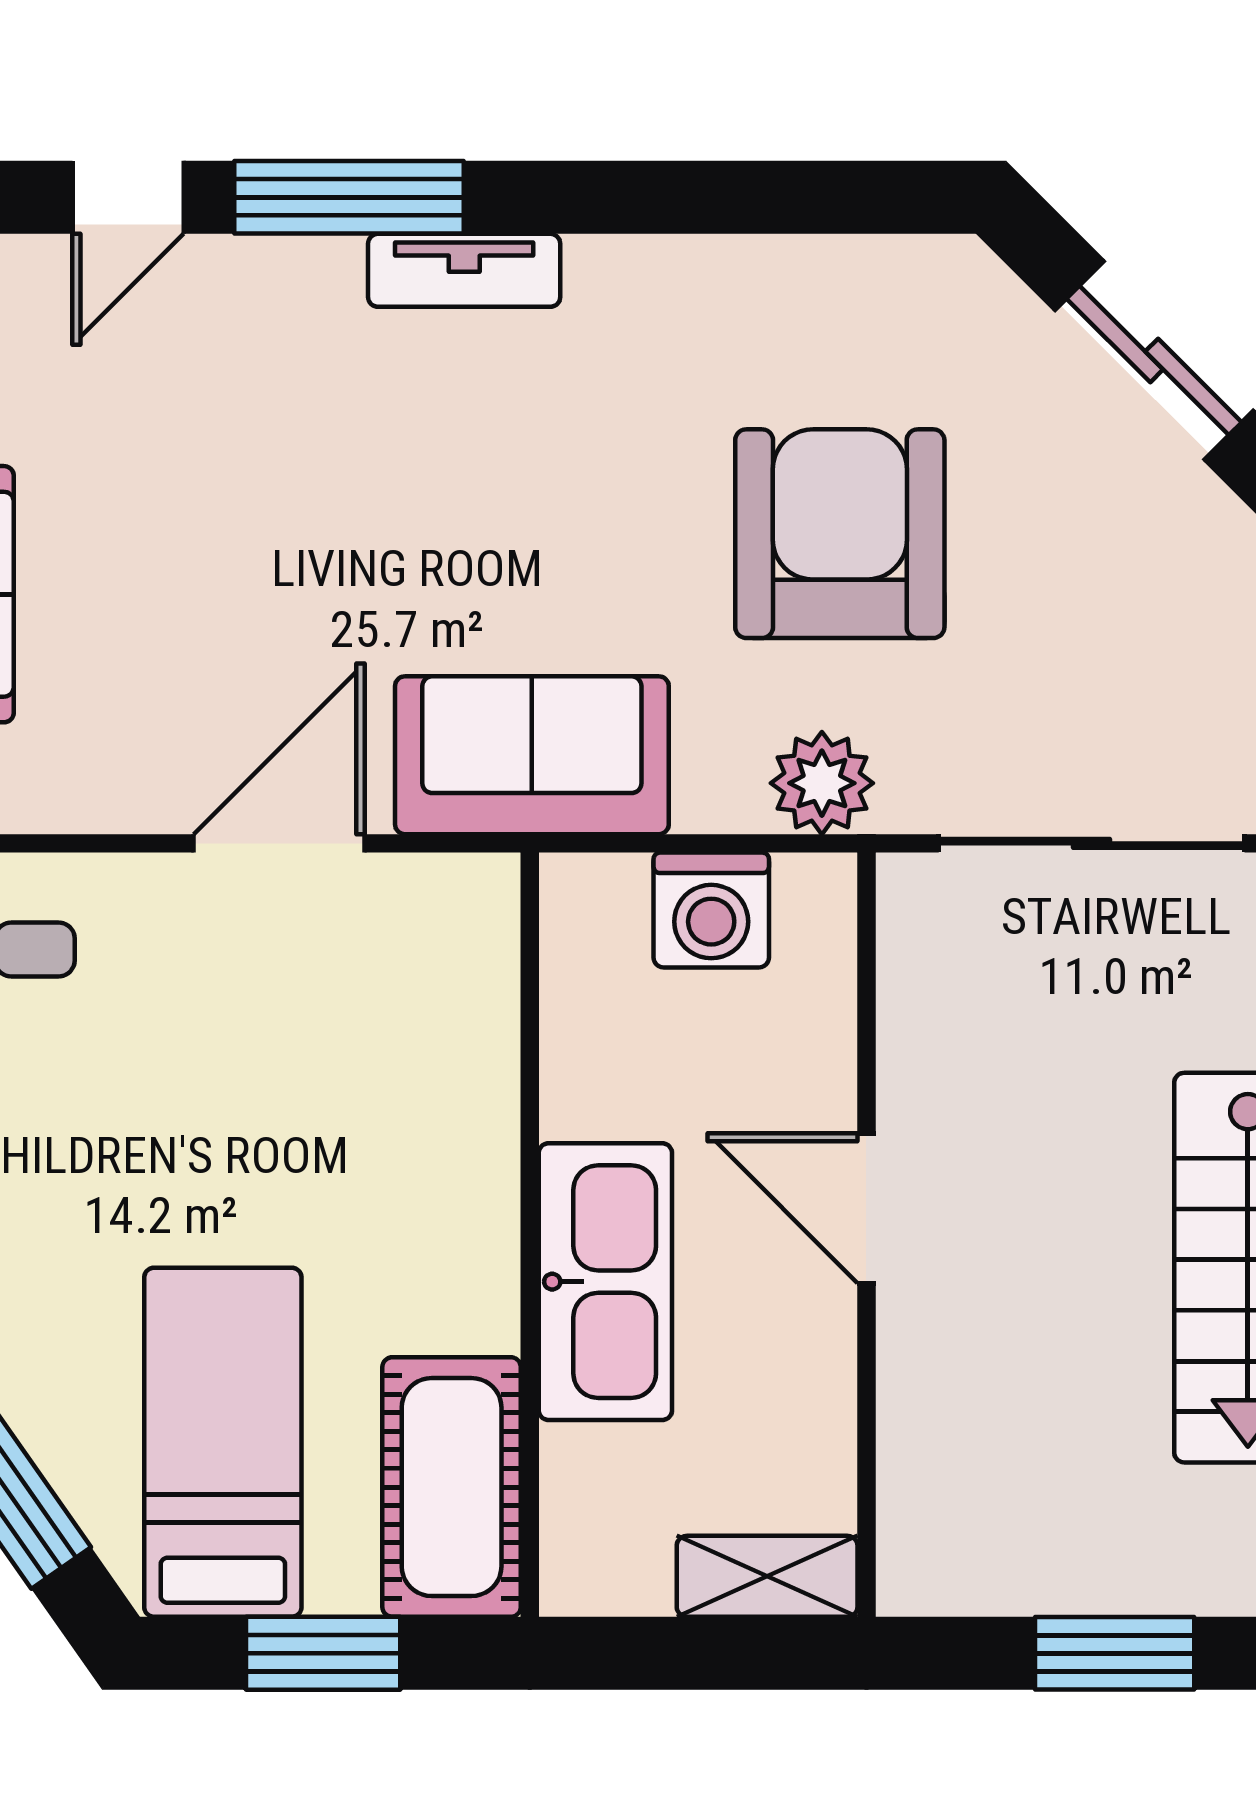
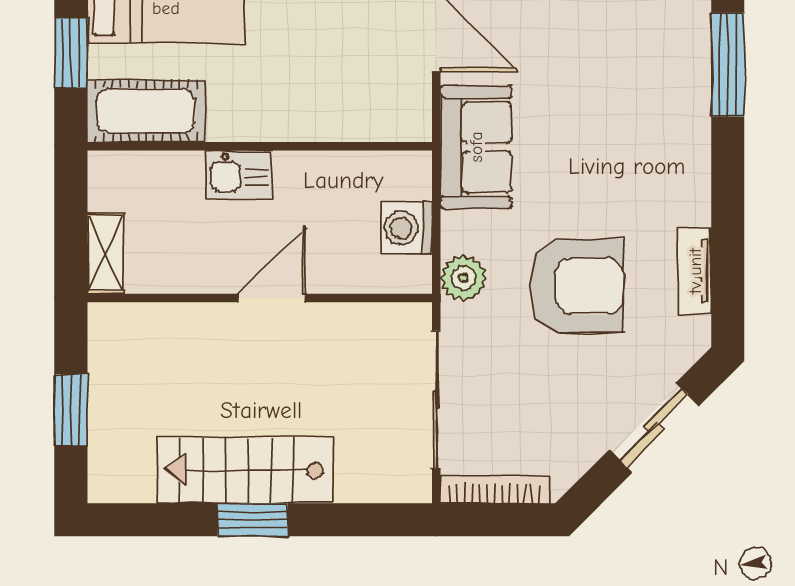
tv unit: (464, 270) -> (695, 271), moved
kitchen sink: (605, 1282) -> (239, 174), width x0.53, depth x0.81

